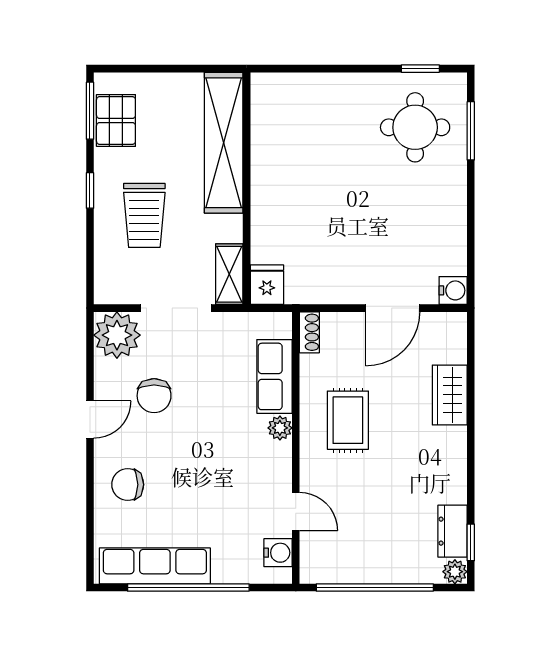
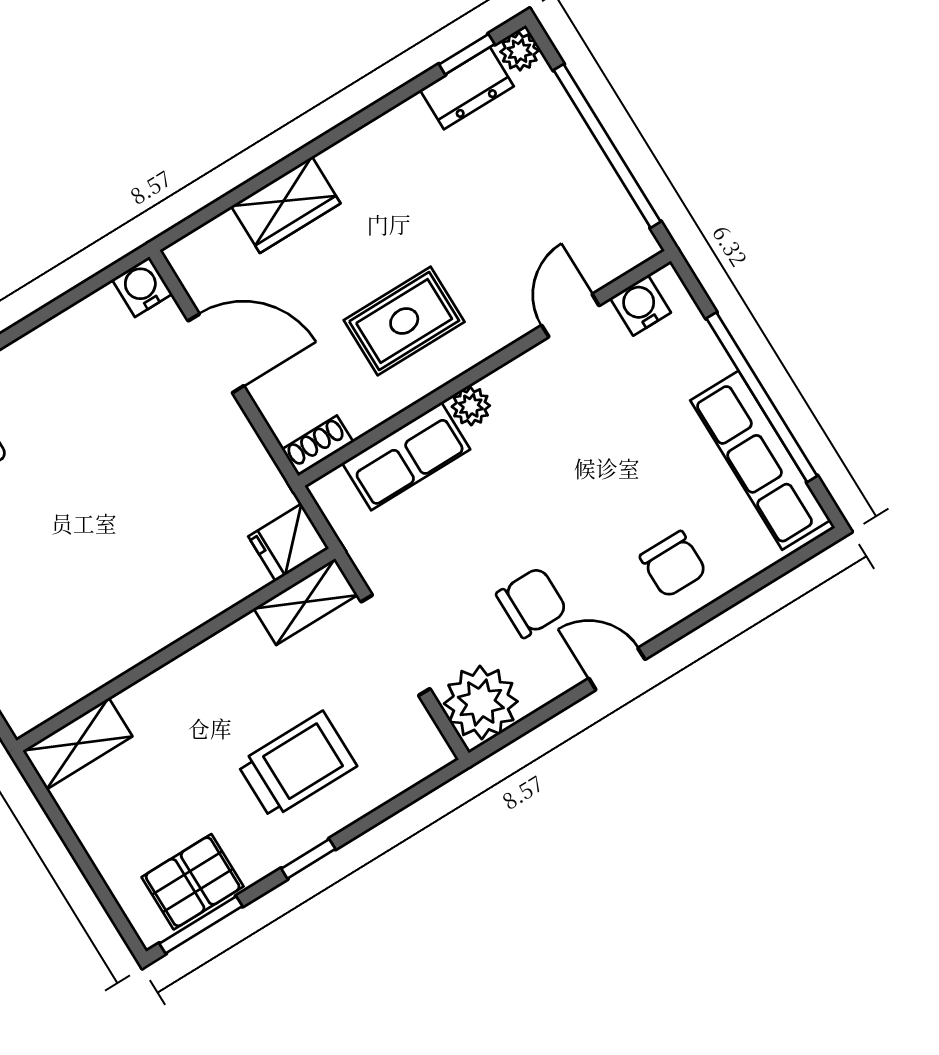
shelving: (224, 143) -> (78, 744), width x0.45, depth x0.75

